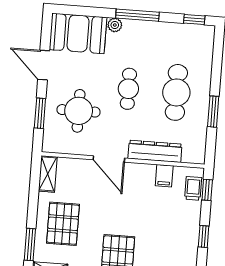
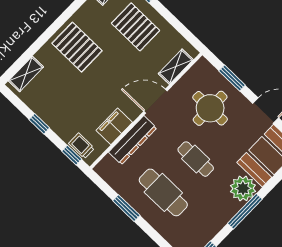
plant: (115, 25) -> (243, 188), width x1.88, depth x1.88
shelving: (48, 174) -> (176, 67), moved, turned 90
filing cabinet: (164, 176) -> (114, 126), width x2.00
trolley: (193, 188) -> (81, 146), turned 180

